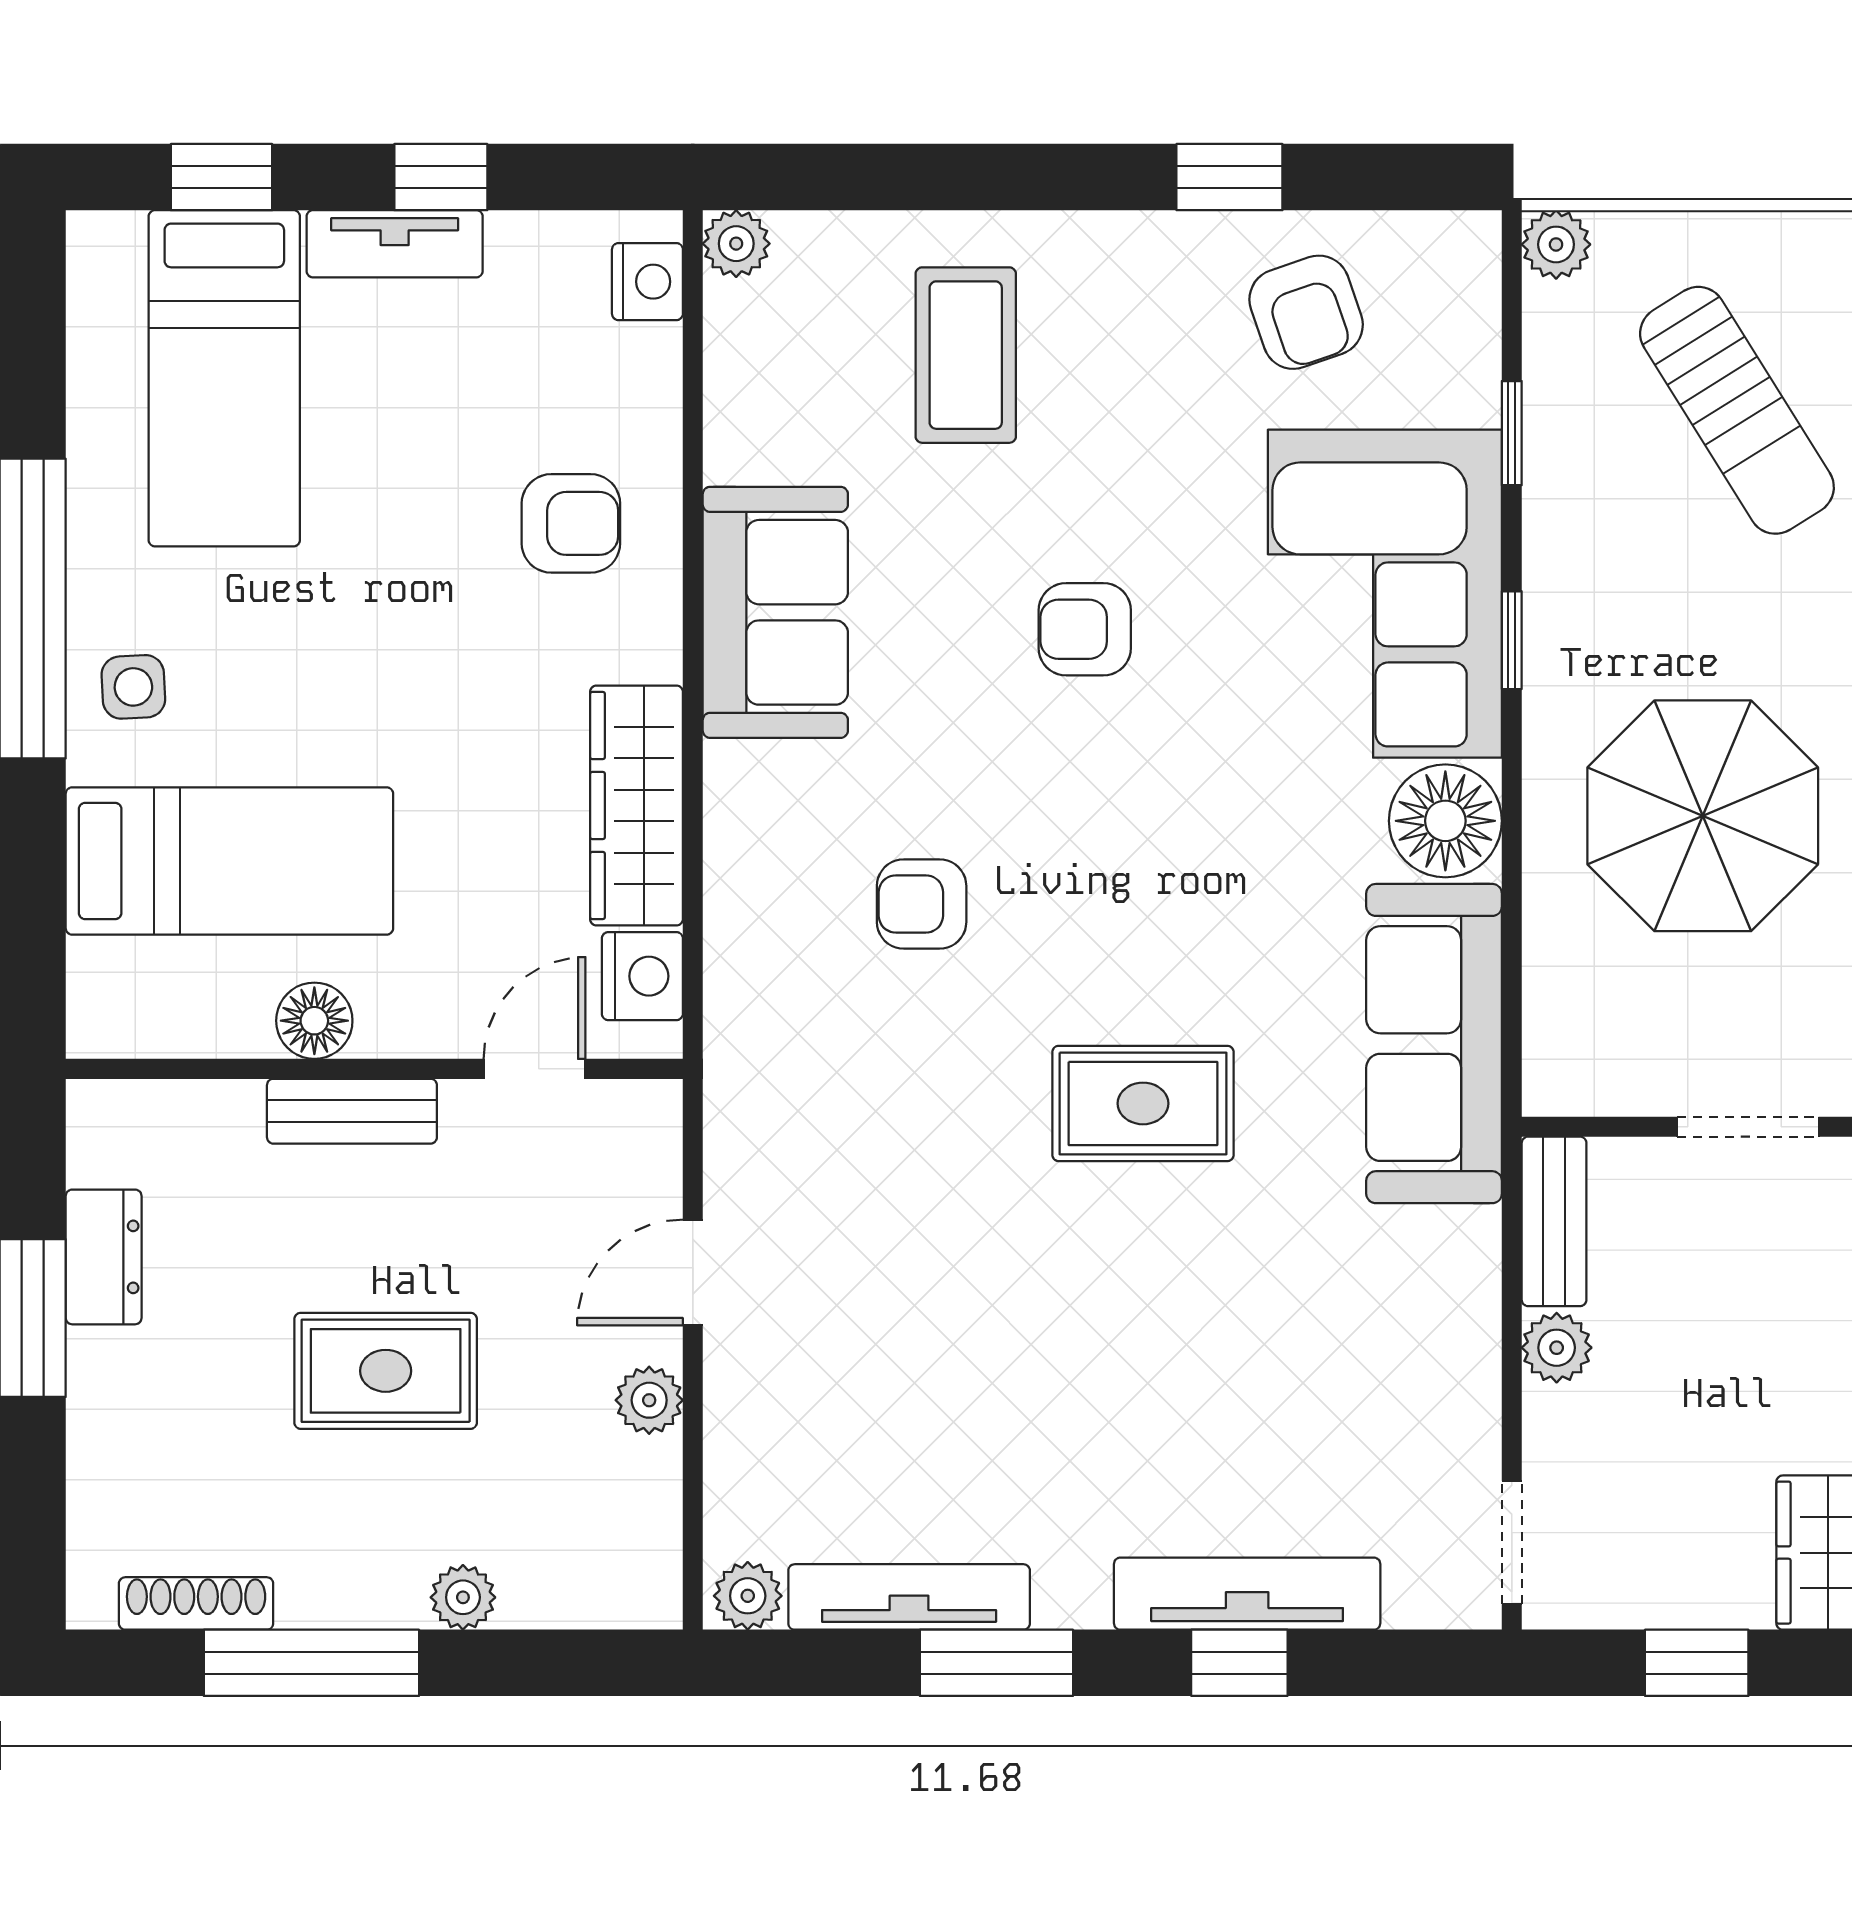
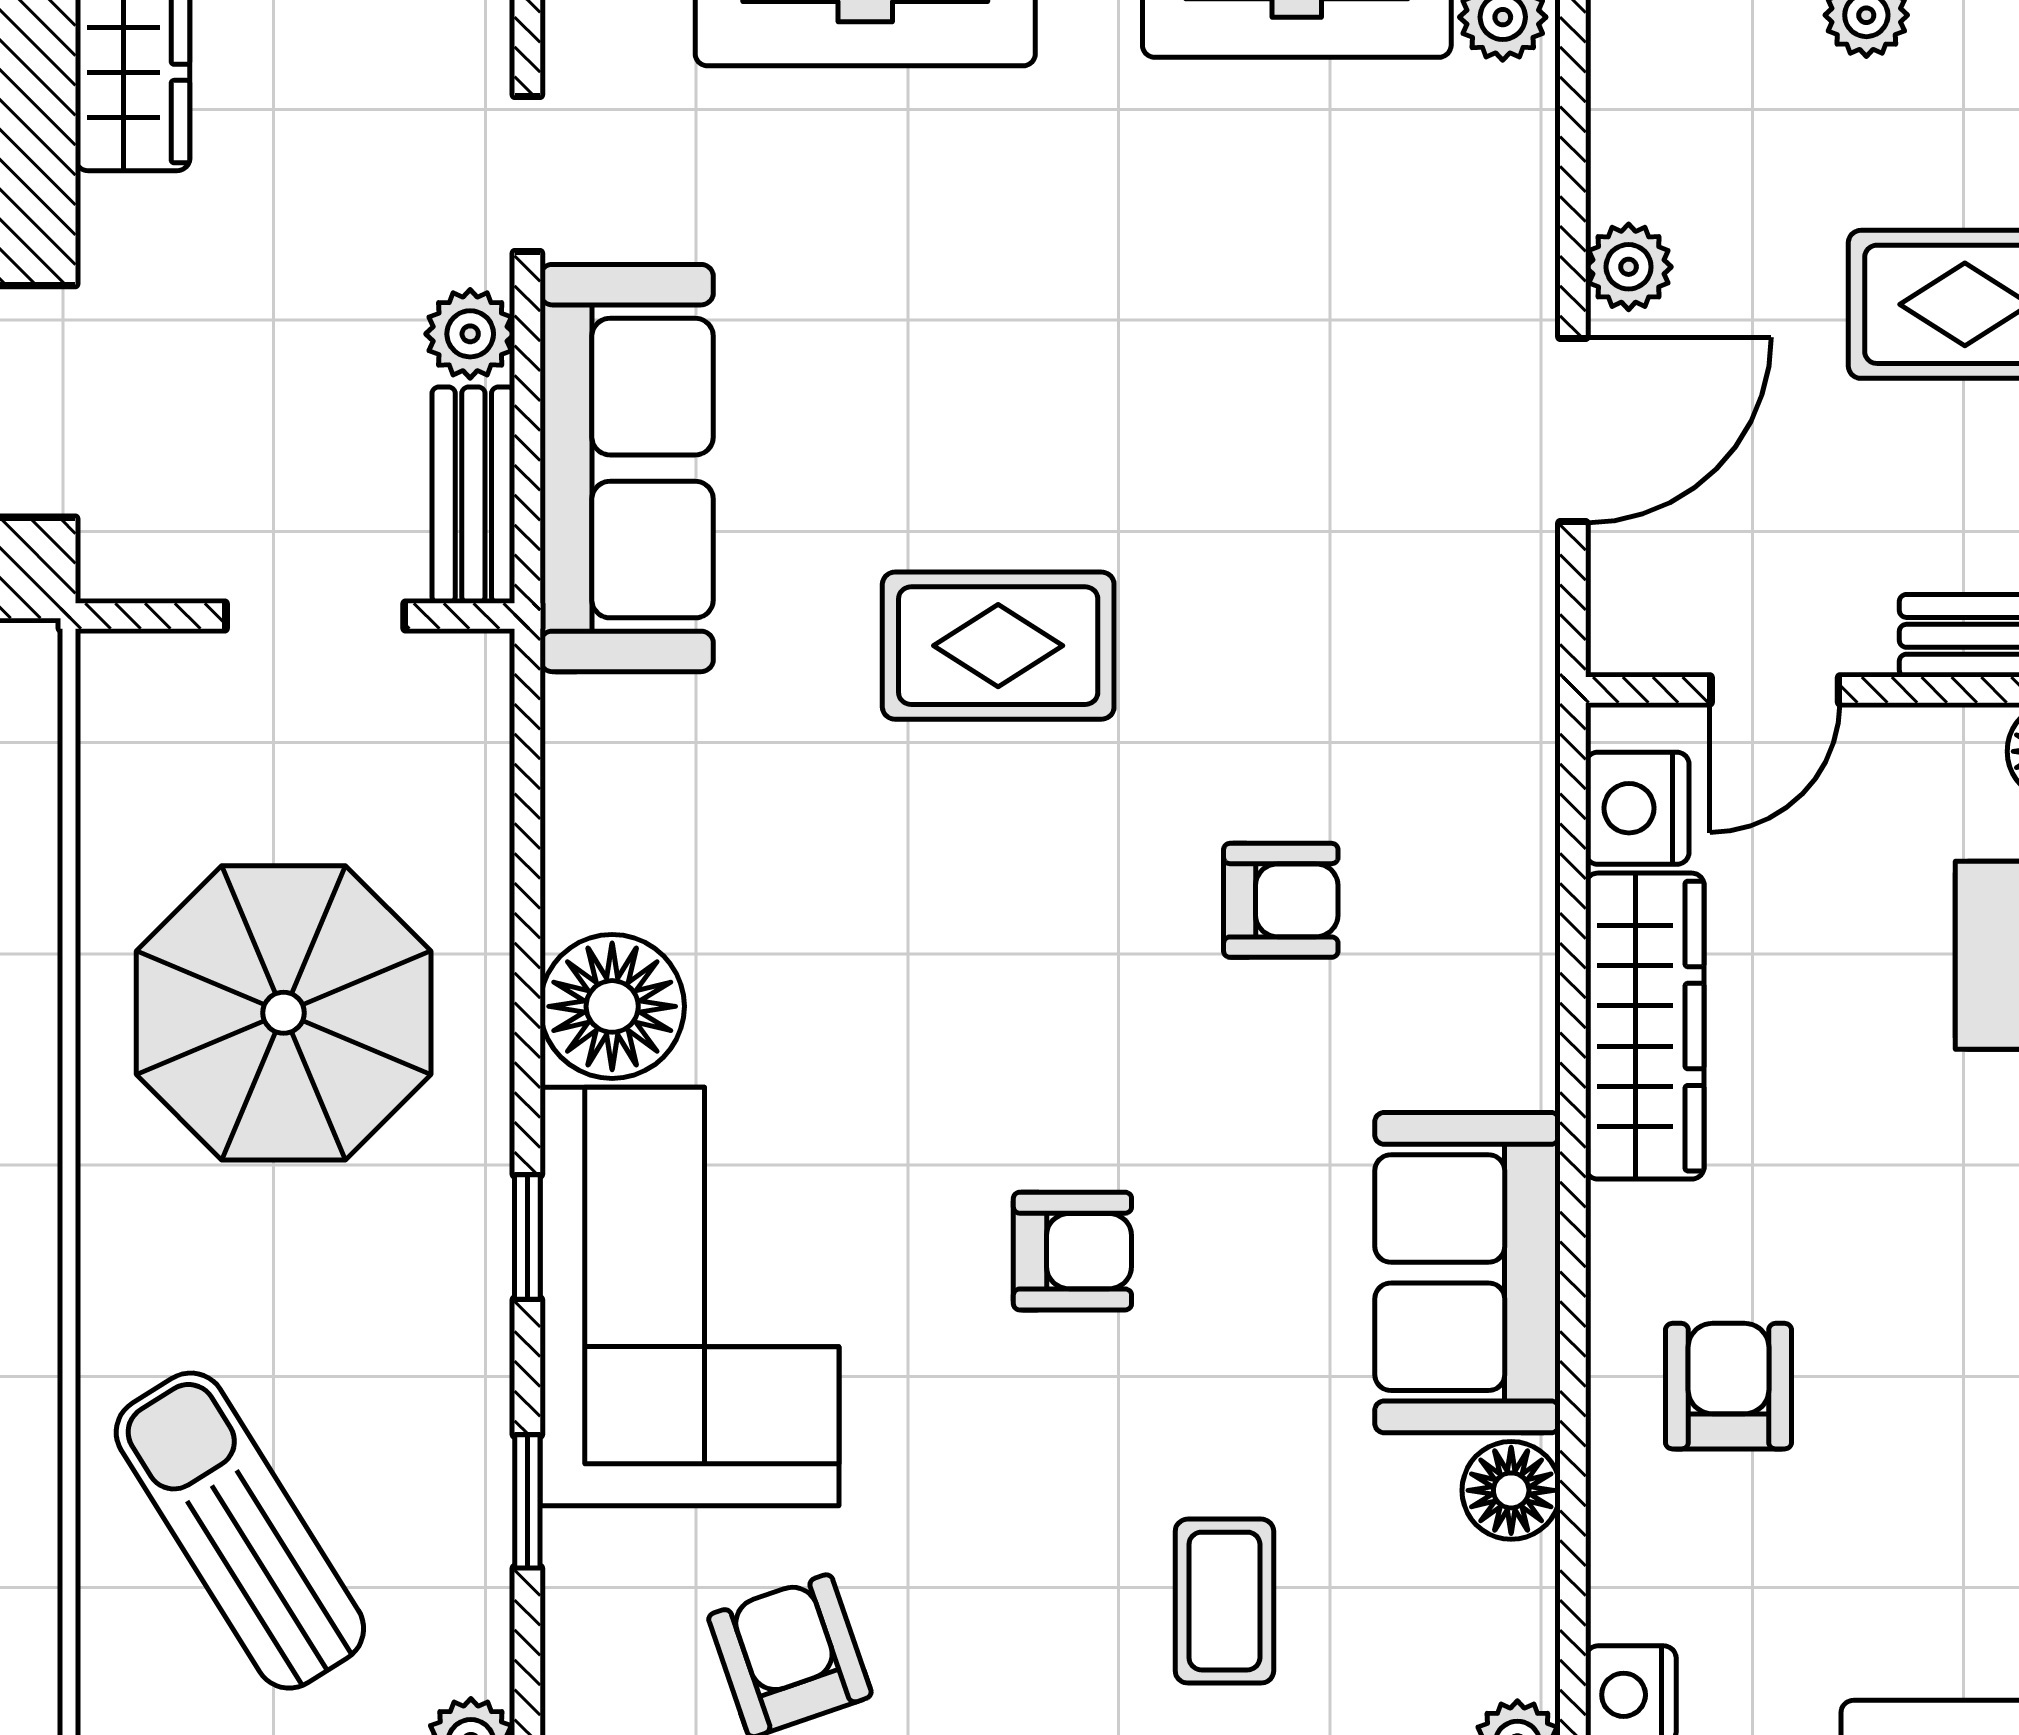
coffee table: (966, 355) -> (1224, 1601), width x0.73, depth x0.77
floor lamp: (741, 442) -> (1511, 1490), added
armchair: (571, 523) -> (1728, 1386), turned 90
sofa: (1434, 1044) -> (627, 468), moved
doorway: (1748, 1127) -> (315, 616), moved
door: (693, 1272) -> (1573, 430), width x1.38
doorway: (1512, 1542) -> (527, 174), moved

